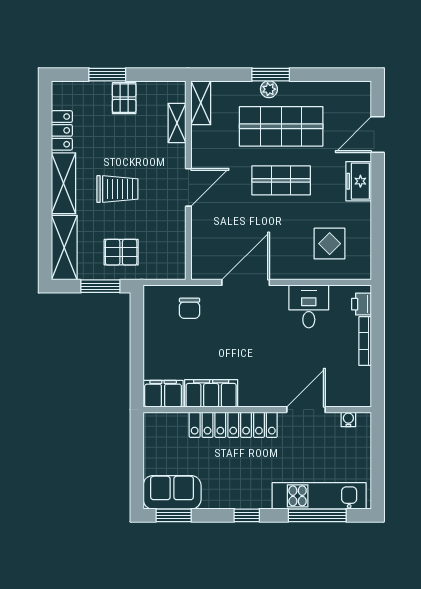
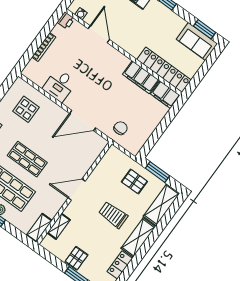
printer: (361, 304) -> (66, 21), moved
door: (306, 410) -> (99, 34), swing flipped
locker: (233, 425) -> (164, 70), moved

